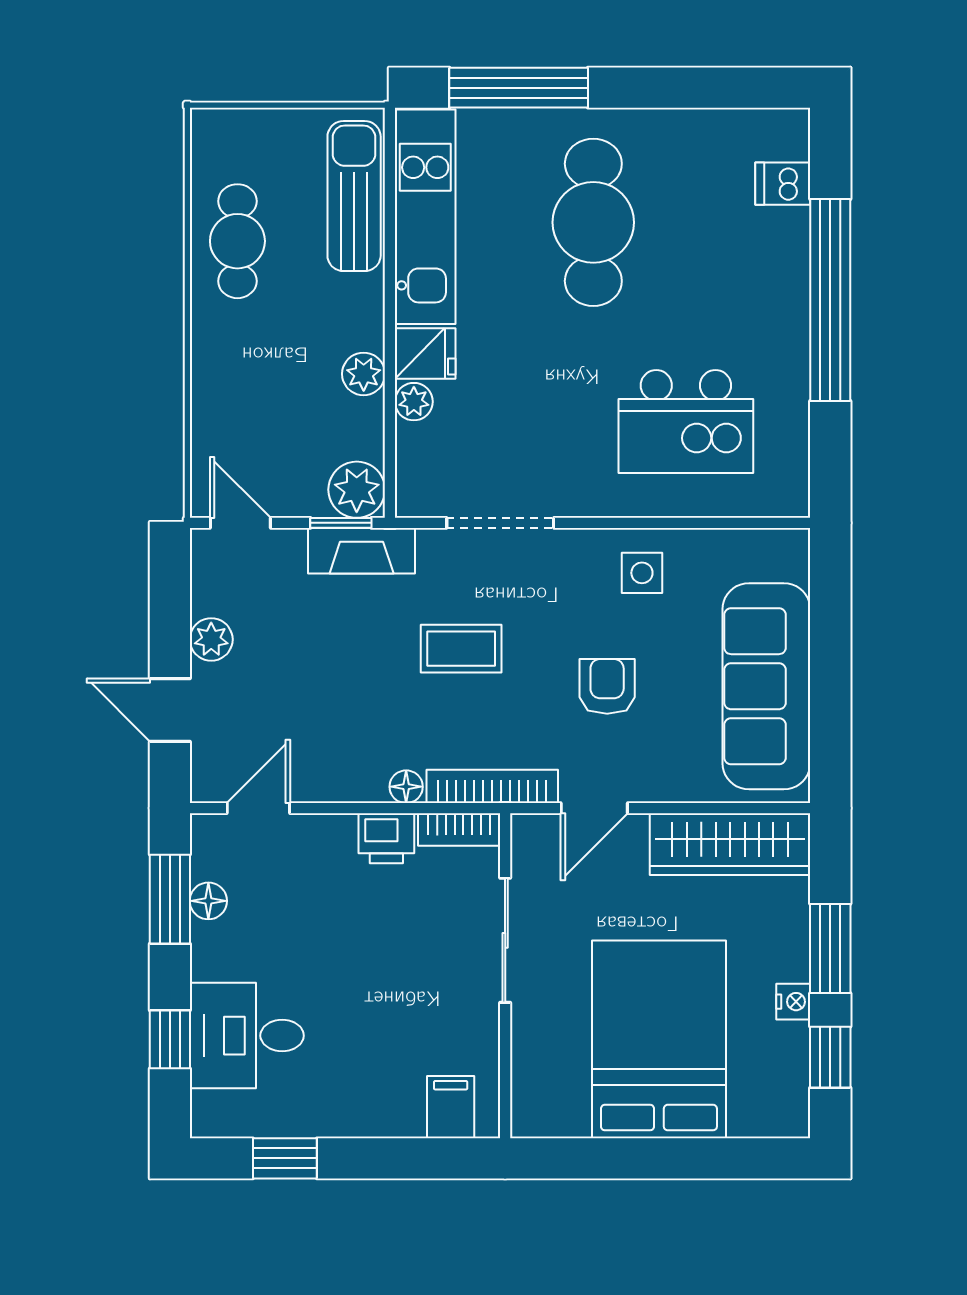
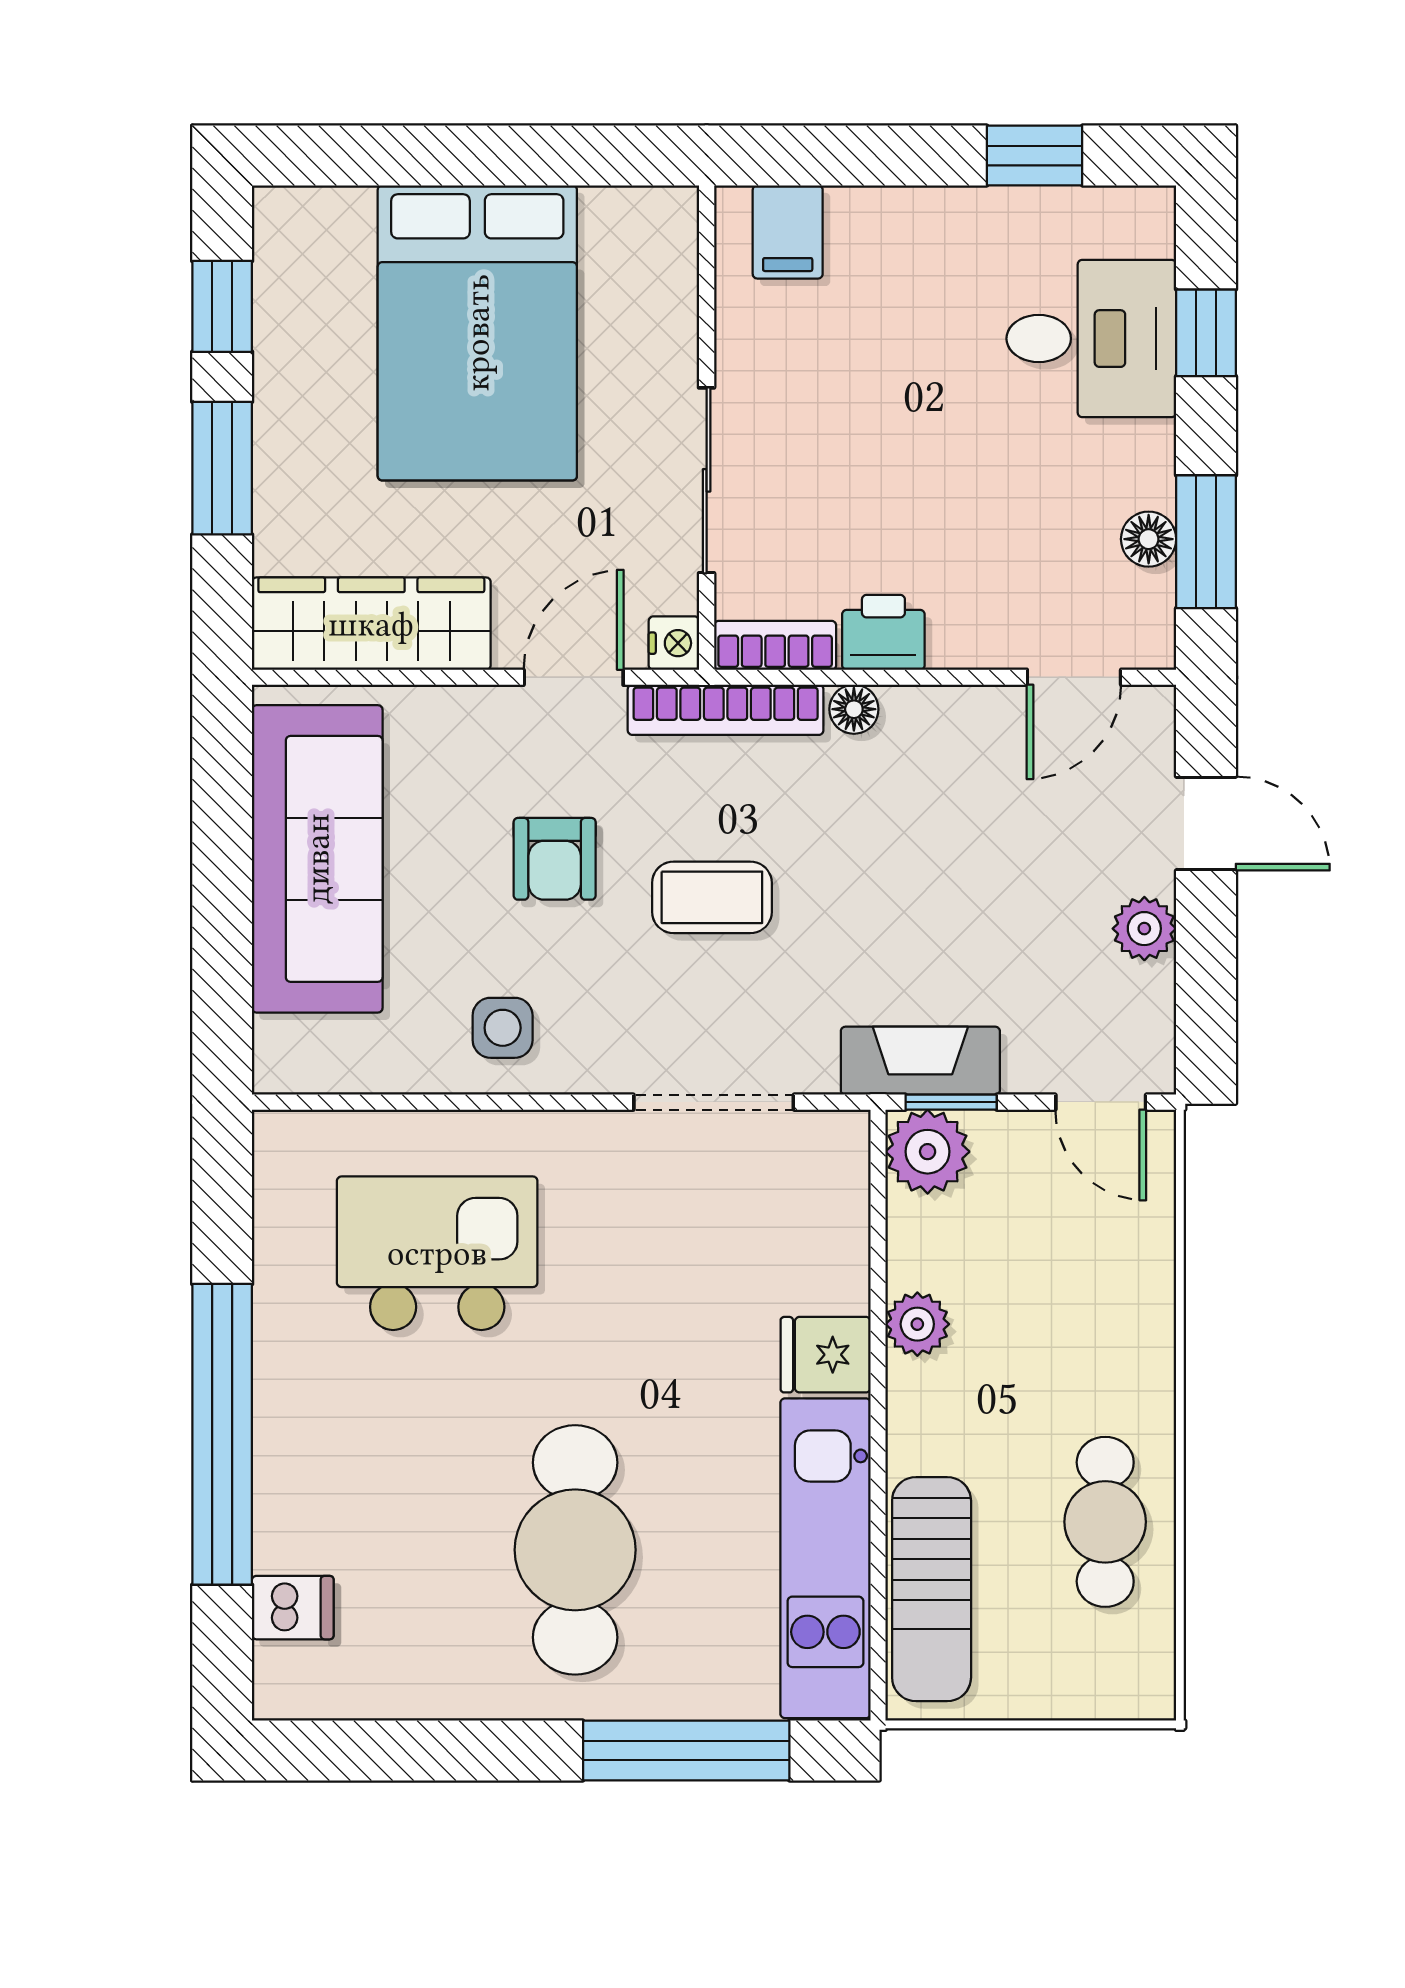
plant: (414, 402) -> (842, 1283), removed
coffee table: (461, 649) -> (712, 897), moved
nightstand: (793, 1002) -> (674, 643), moved, turned 180

